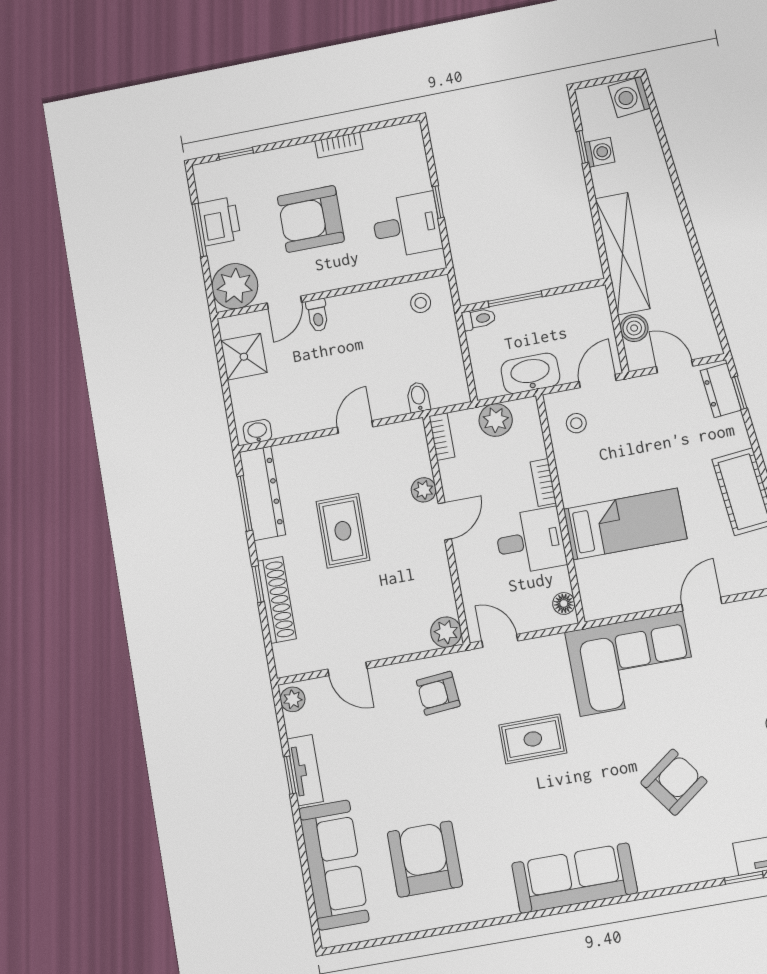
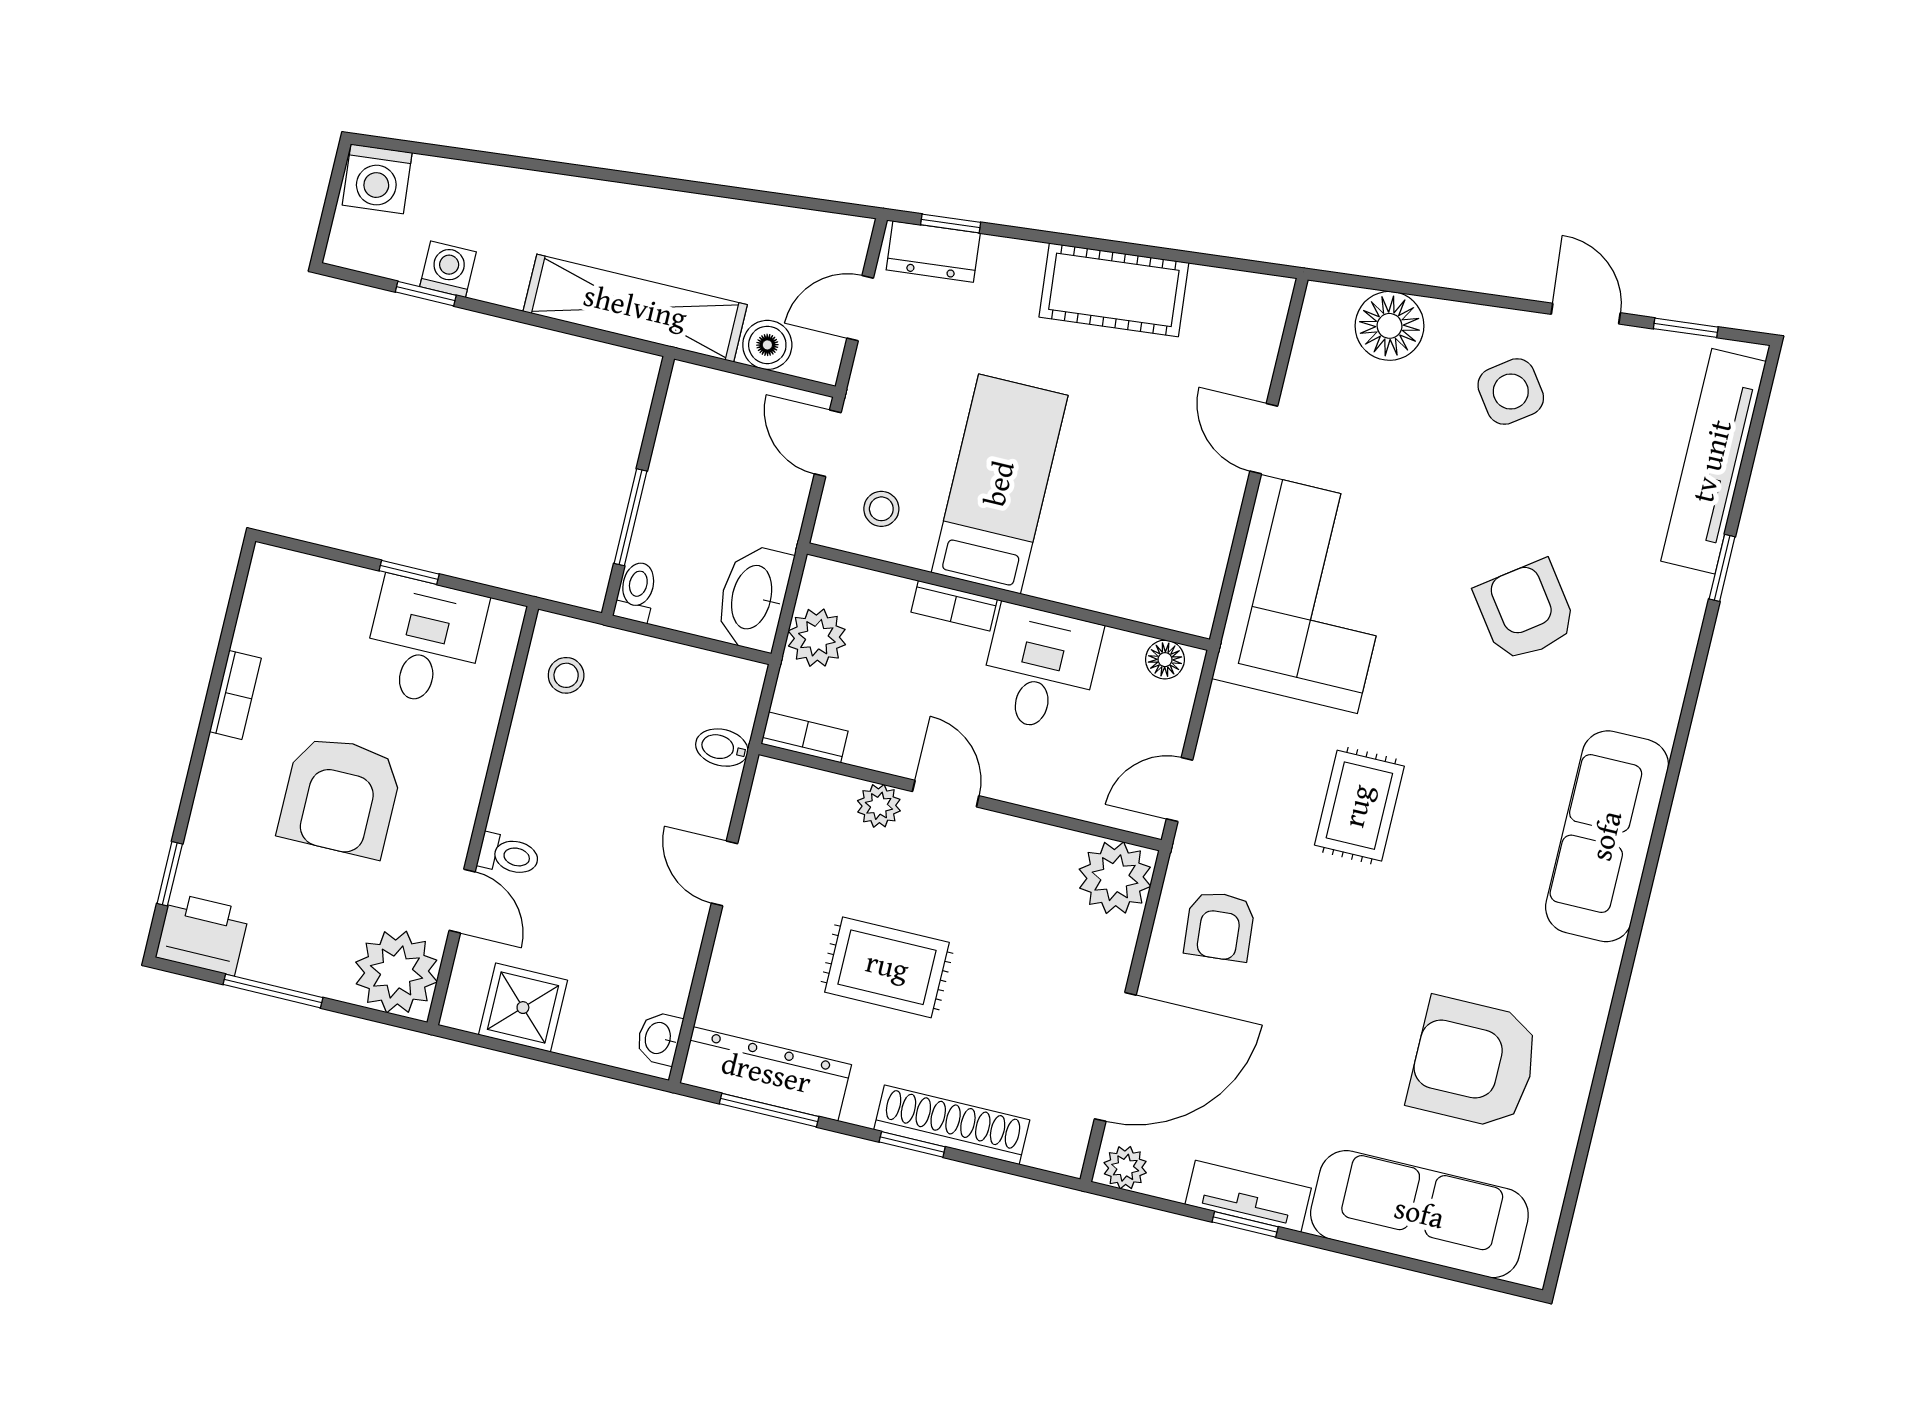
printer: (219, 221) -> (203, 934), moved
washbasin: (530, 373) -> (753, 598), moved
bed: (625, 524) -> (1000, 484), moved
plant: (446, 632) -> (1115, 878), width x1.36, depth x1.36
door: (347, 669) -> (1115, 1057), width x1.88

